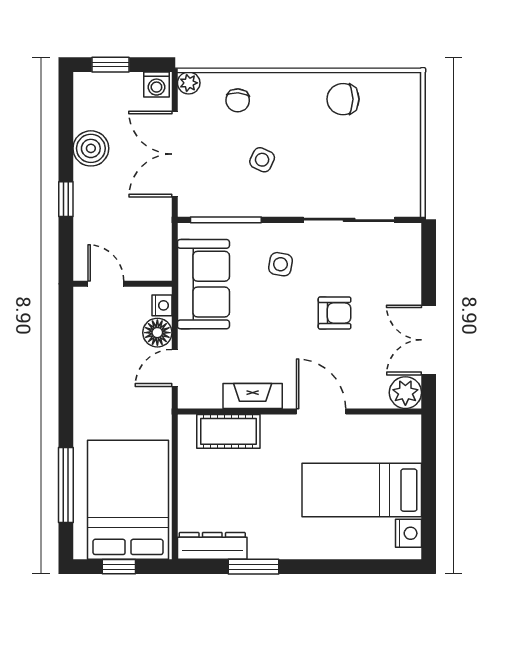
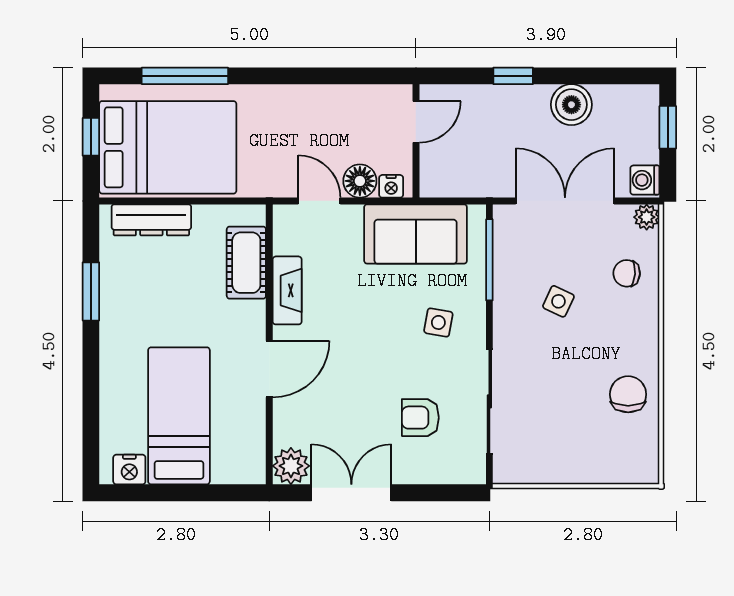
armchair: (335, 313) -> (420, 418), moved, turned 90
dresser: (212, 546) -> (151, 220), moved, turned 90

